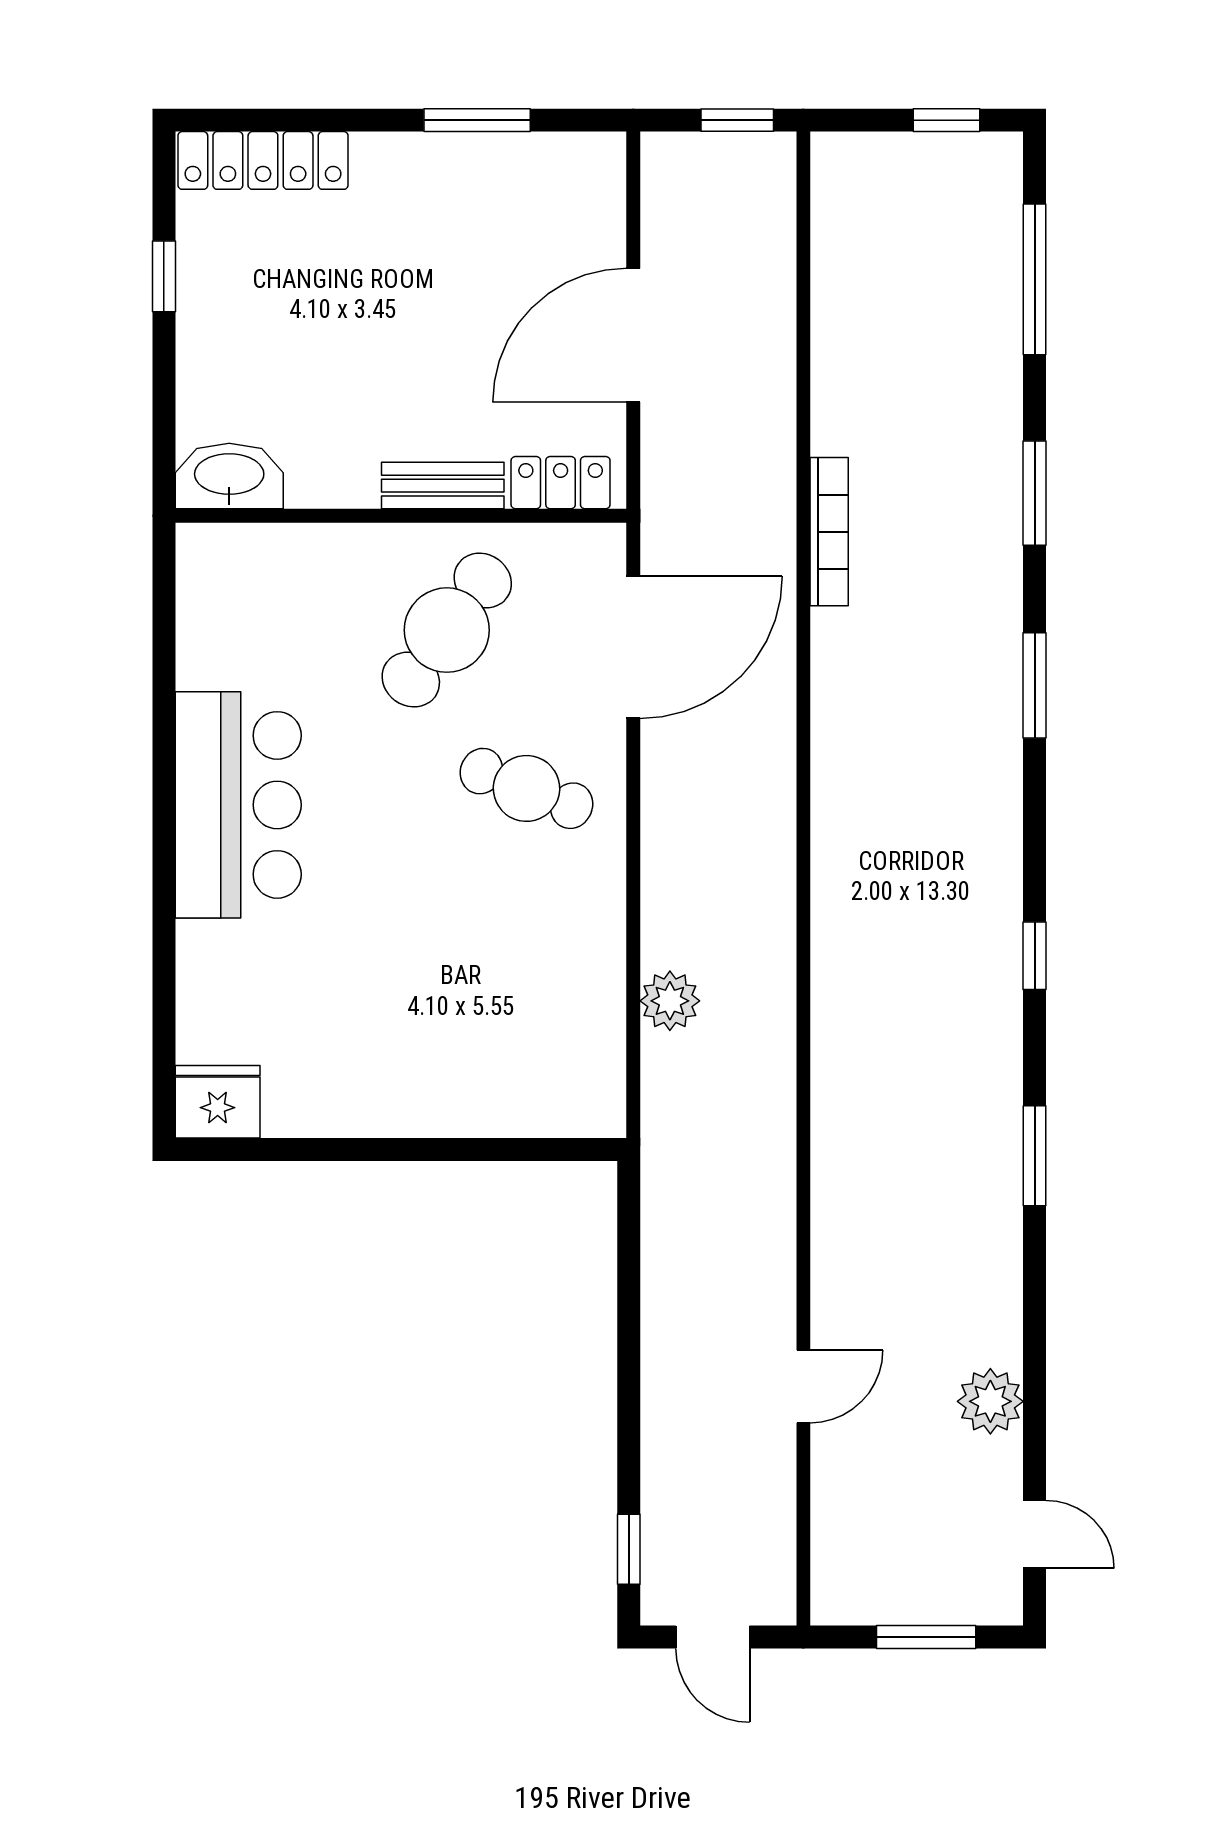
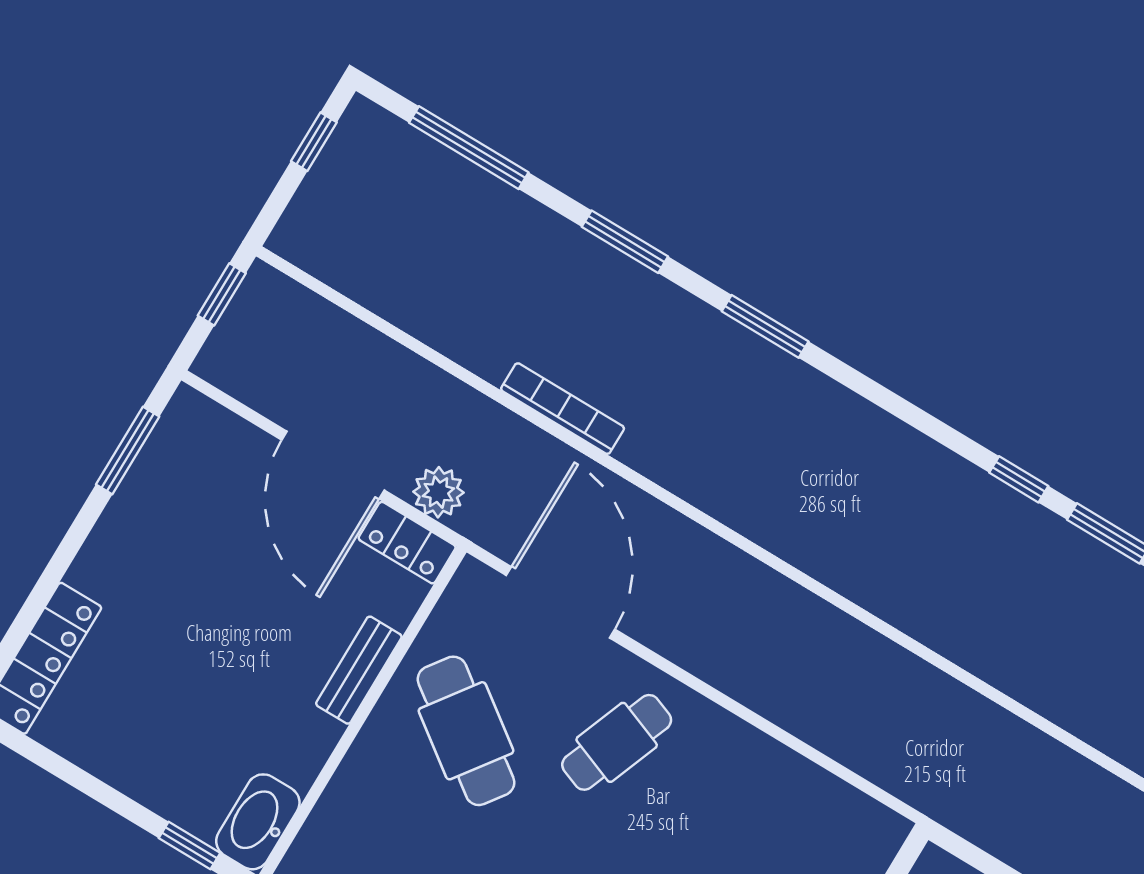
window: (477, 120) -> (128, 451), moved
window: (164, 276) -> (189, 845), moved
locker: (561, 483) -> (407, 543), moved, turned -90
window: (1035, 956) -> (1019, 479), moved
plant: (670, 1001) -> (438, 492), moved

